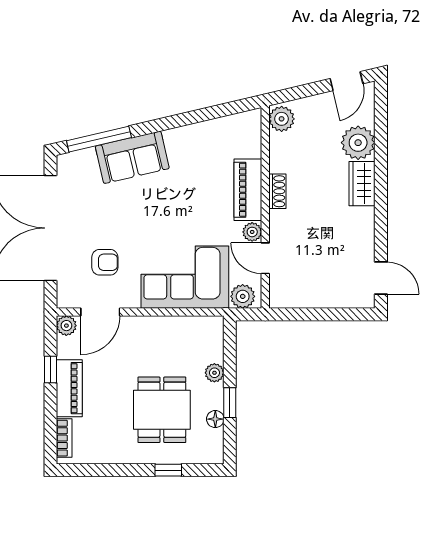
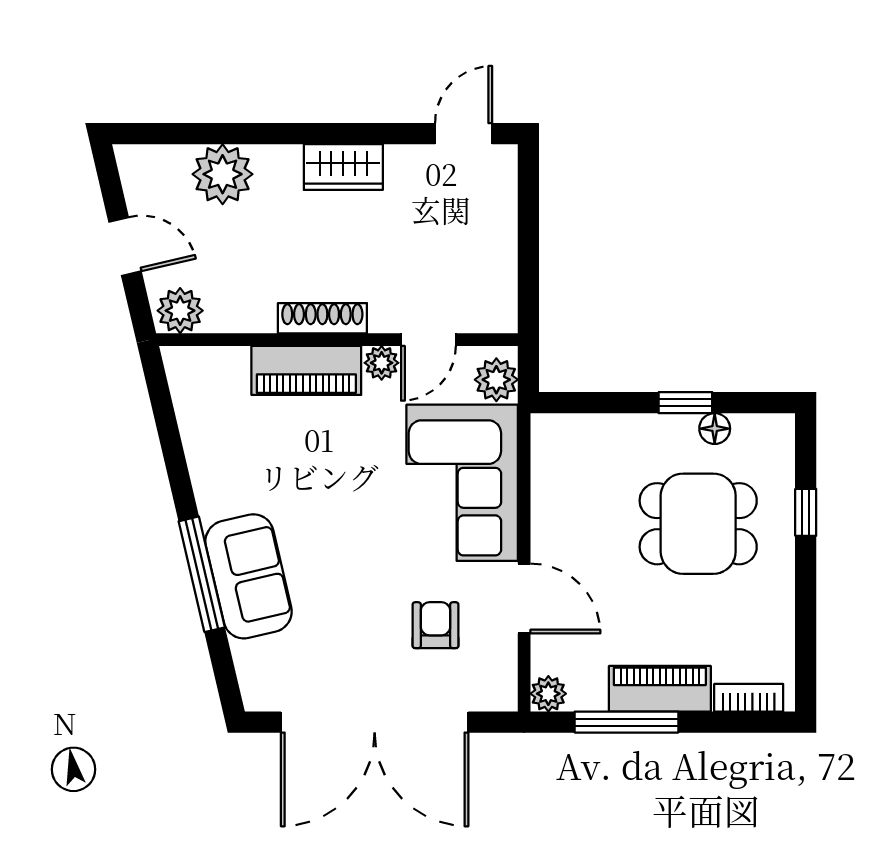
door: (347, 81) -> (125, 247), moved
window: (99, 139) -> (202, 574), moved
wardrobe: (362, 184) -> (343, 167), moved
shoe rack: (277, 191) -> (322, 318), width x1.43
door: (100, 312) -> (524, 599), moved
window: (51, 369) -> (626, 722), width x2.17
plant: (214, 373) -> (632, 430), removed

